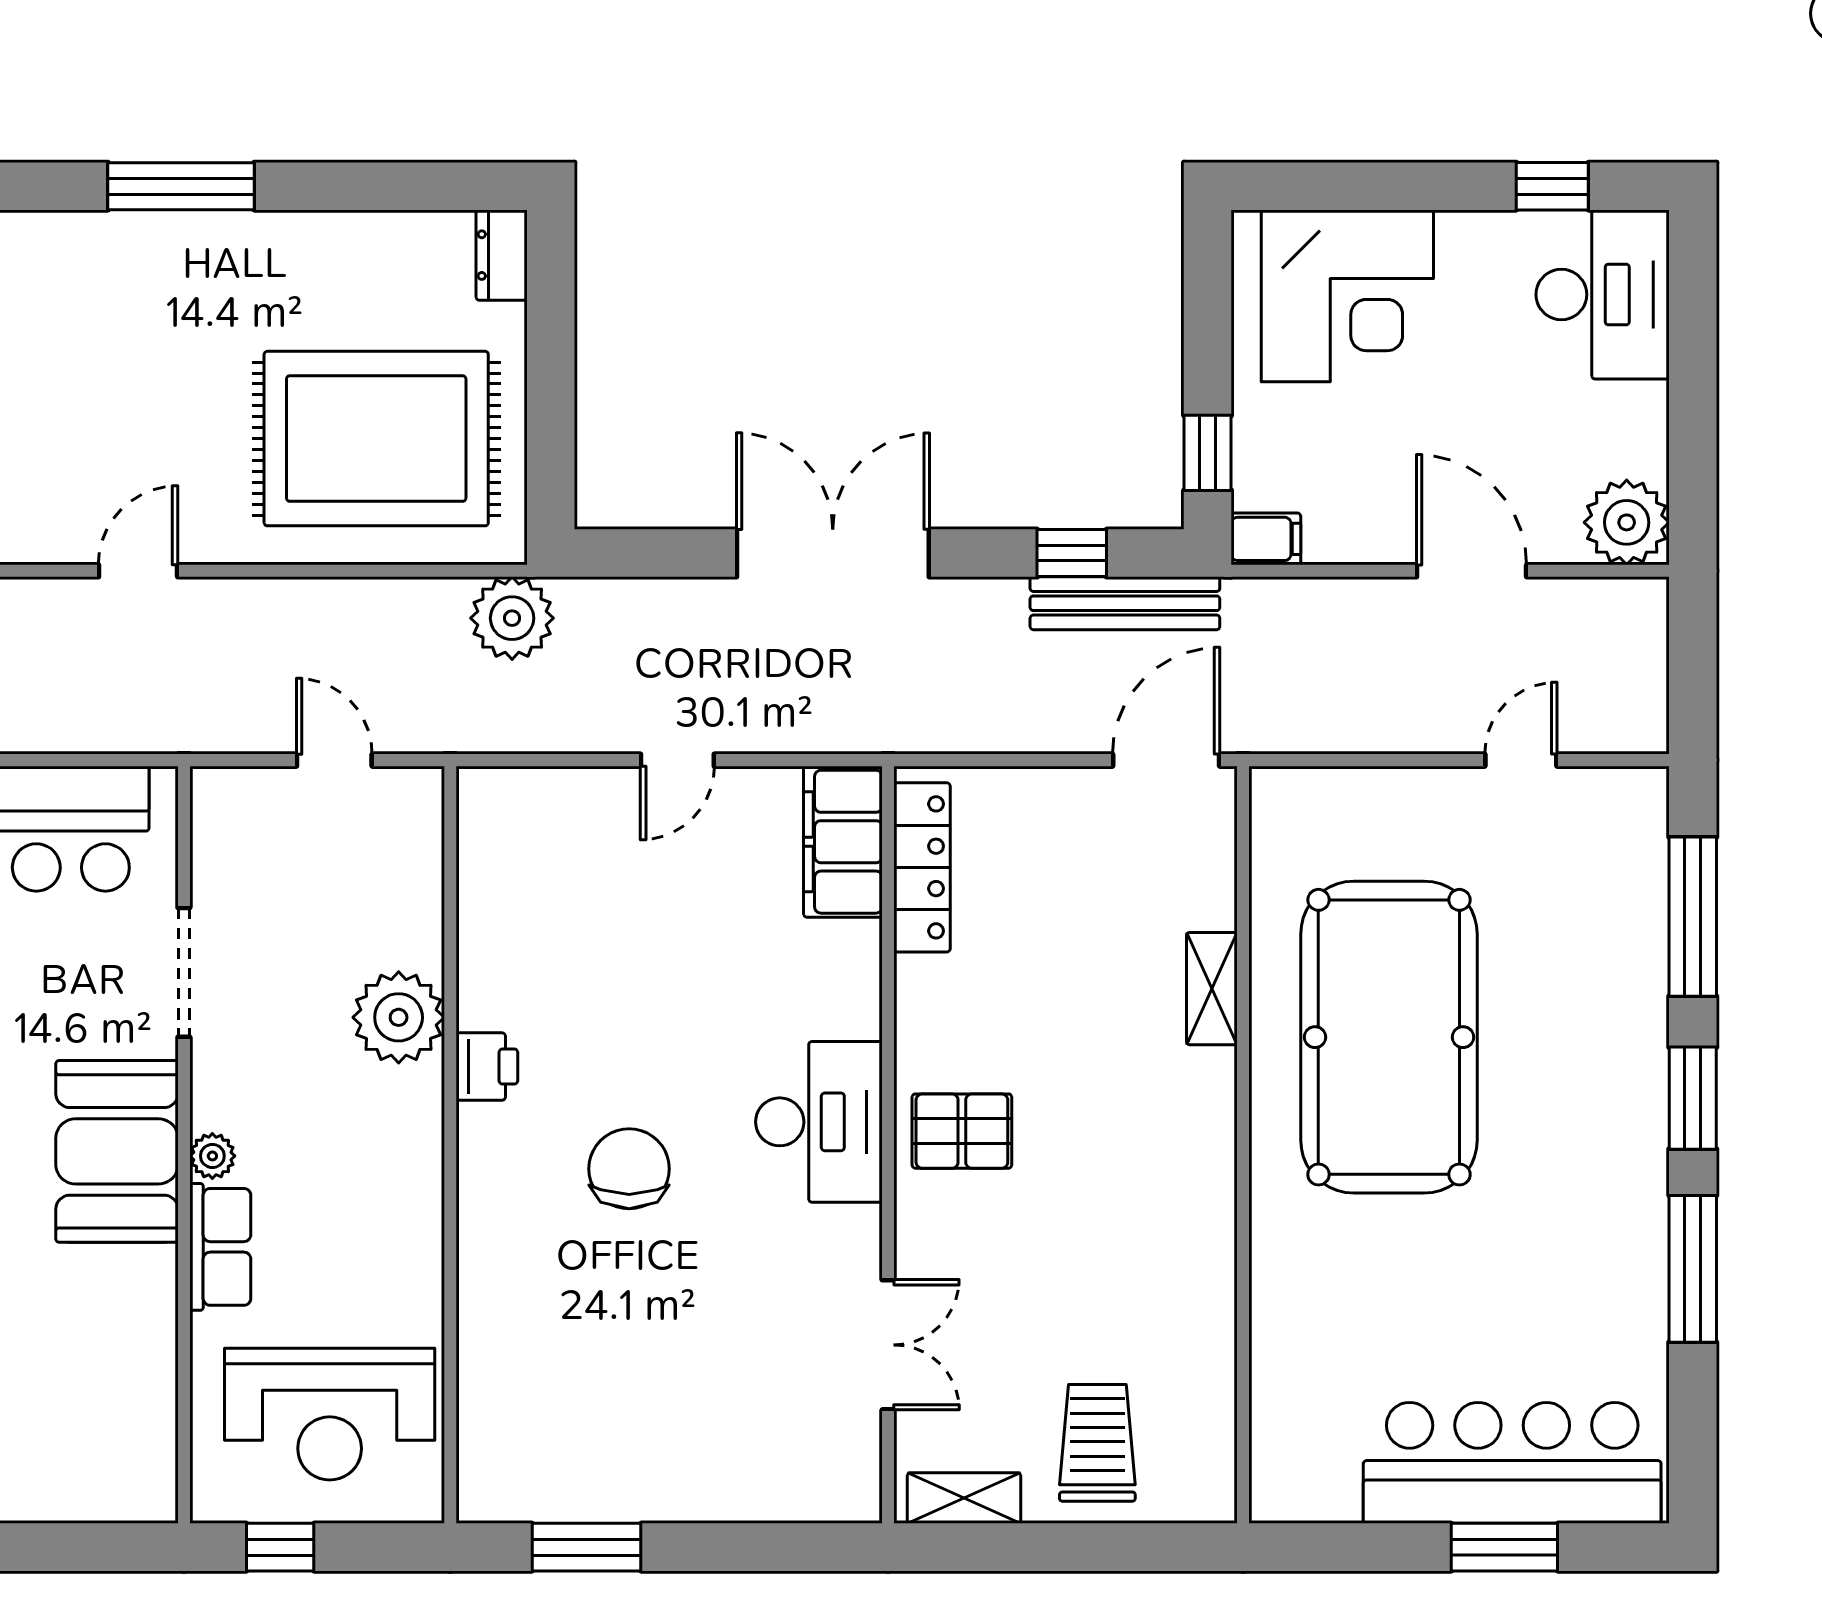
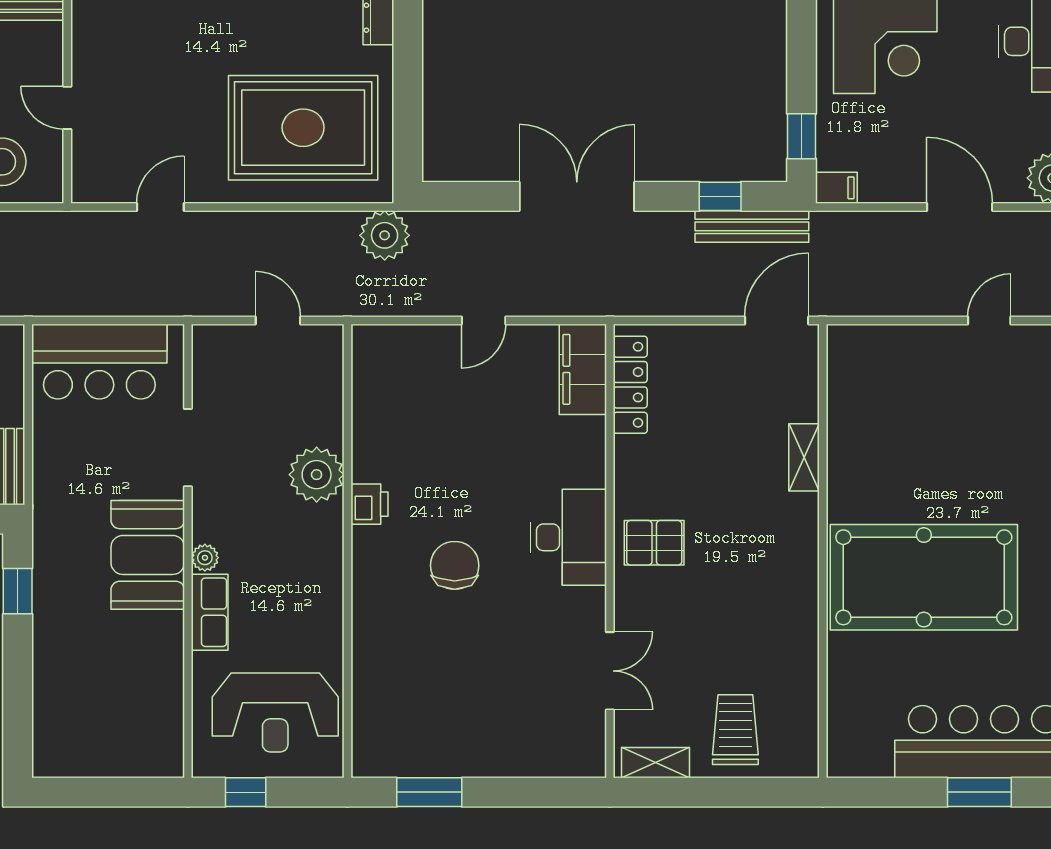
pool table: (1389, 1037) -> (924, 577), moved, turned 90

